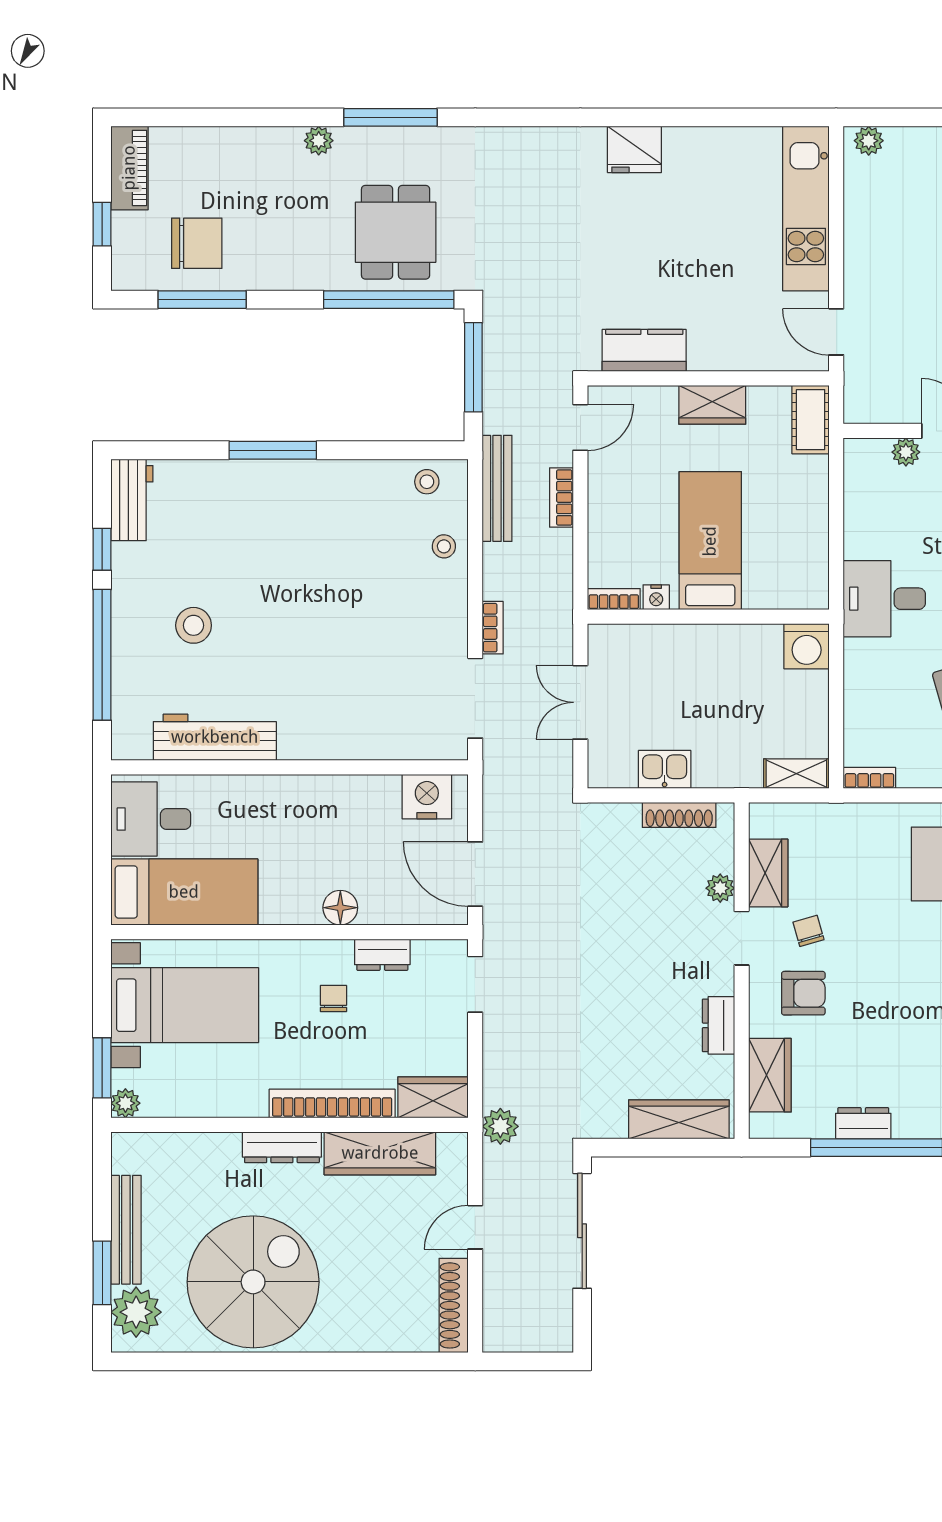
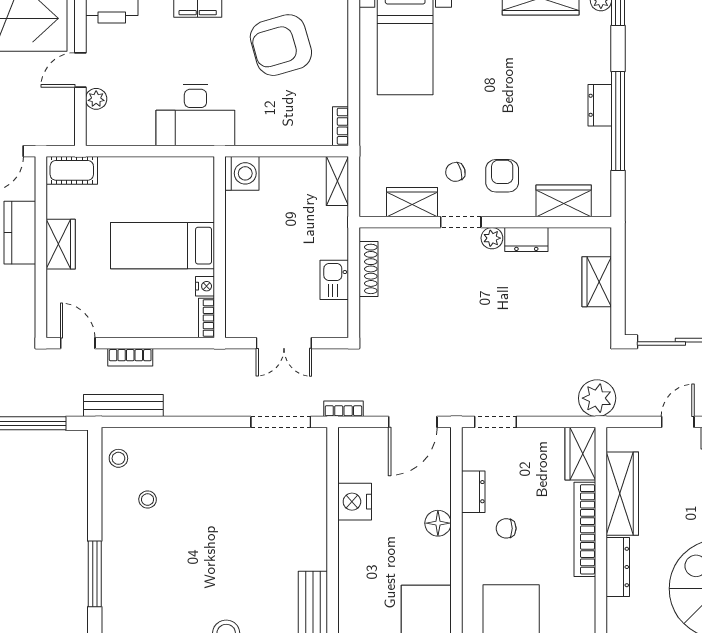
kitchen counter: (644, 350) -> (20, 233), moved
stool: (444, 546) -> (148, 499), moved
desk: (884, 599) -> (195, 115), width x1.37
bookcase: (493, 628) -> (343, 409), moved
nightstand: (427, 797) -> (355, 502), moved
plant: (720, 888) -> (492, 238), moved
wardrobe: (679, 1119) -> (597, 282), width x0.67
dresser: (863, 1123) -> (600, 105), moved
plant: (500, 1126) -> (597, 398), width x1.36, depth x1.36
door: (475, 1227) -> (678, 422), swing flipped

